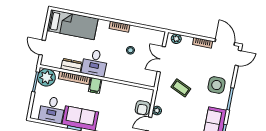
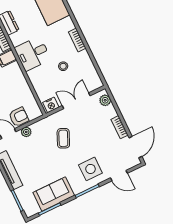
door: (238, 58) -> (119, 176), moved
desk: (95, 63) -> (33, 54), moved
nightstand: (151, 79) -> (51, 105), added
armchair: (143, 108) -> (19, 117), turned 180

